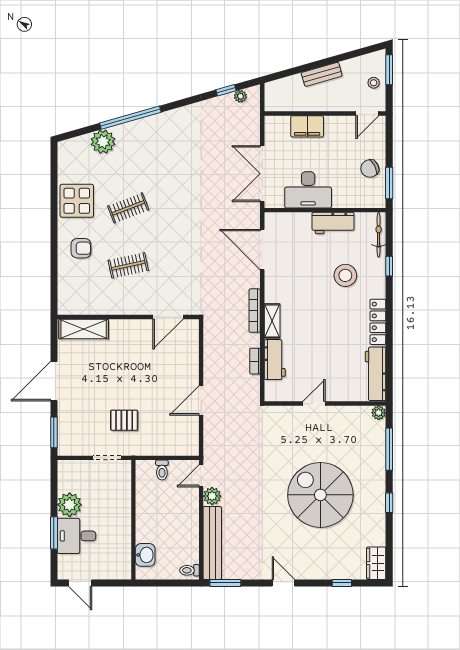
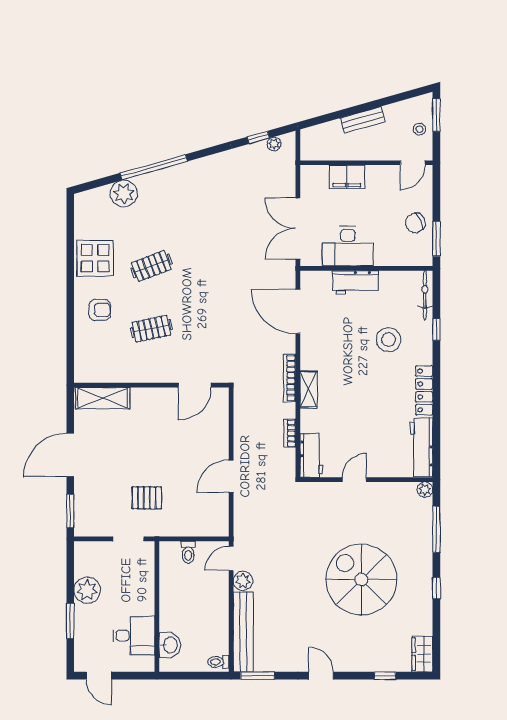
workbench: (333, 223) -> (355, 282), moved
workbench: (275, 360) -> (311, 455), moved
desk: (76, 536) -> (134, 636), moved, turned 180

